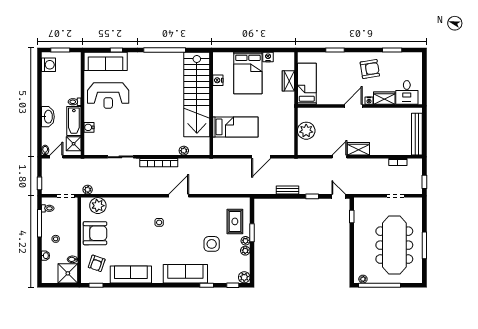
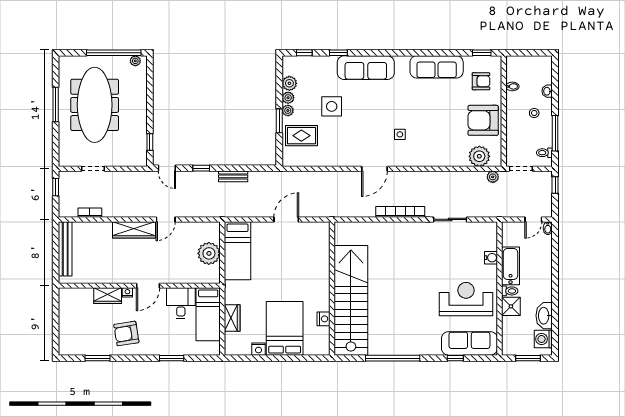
desk: (407, 92) -> (181, 303), moved
washbasin: (48, 117) -> (544, 316), moved
bed: (235, 127) -> (238, 251), moved, turned -90
shower: (74, 144) -> (511, 306), moved
wardrobe: (358, 149) -> (134, 230), width x1.50
plant: (184, 151) -> (368, 228), removed
door: (261, 157) -> (286, 219), moved
rug: (235, 221) -> (301, 136), turned 90
armchair: (97, 263) -> (481, 81), turned 71
shower: (68, 273) -> (518, 68), removed
plant: (244, 277) -> (289, 83), moved

